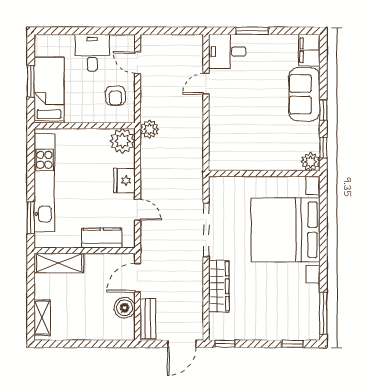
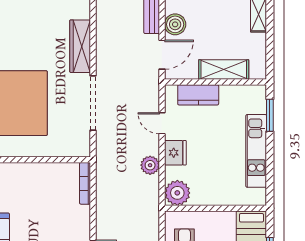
plant: (149, 129) -> (150, 165), moved
bookcase: (214, 150) -> (85, 183), added
kitchen unit: (44, 182) -> (256, 151), width x0.73
shelving: (59, 263) -> (224, 70), moved

